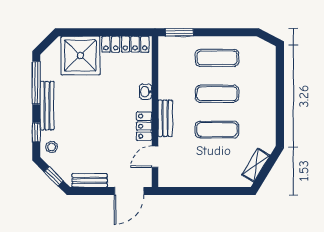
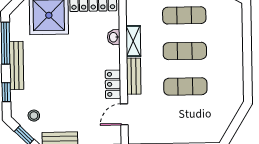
washbasin: (146, 92) -> (114, 37), moved
stool: (52, 147) -> (34, 116), moved
shelving: (256, 165) -> (133, 41), moved, turned -31

